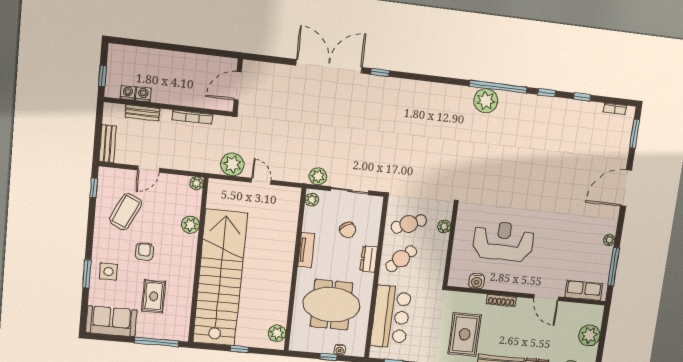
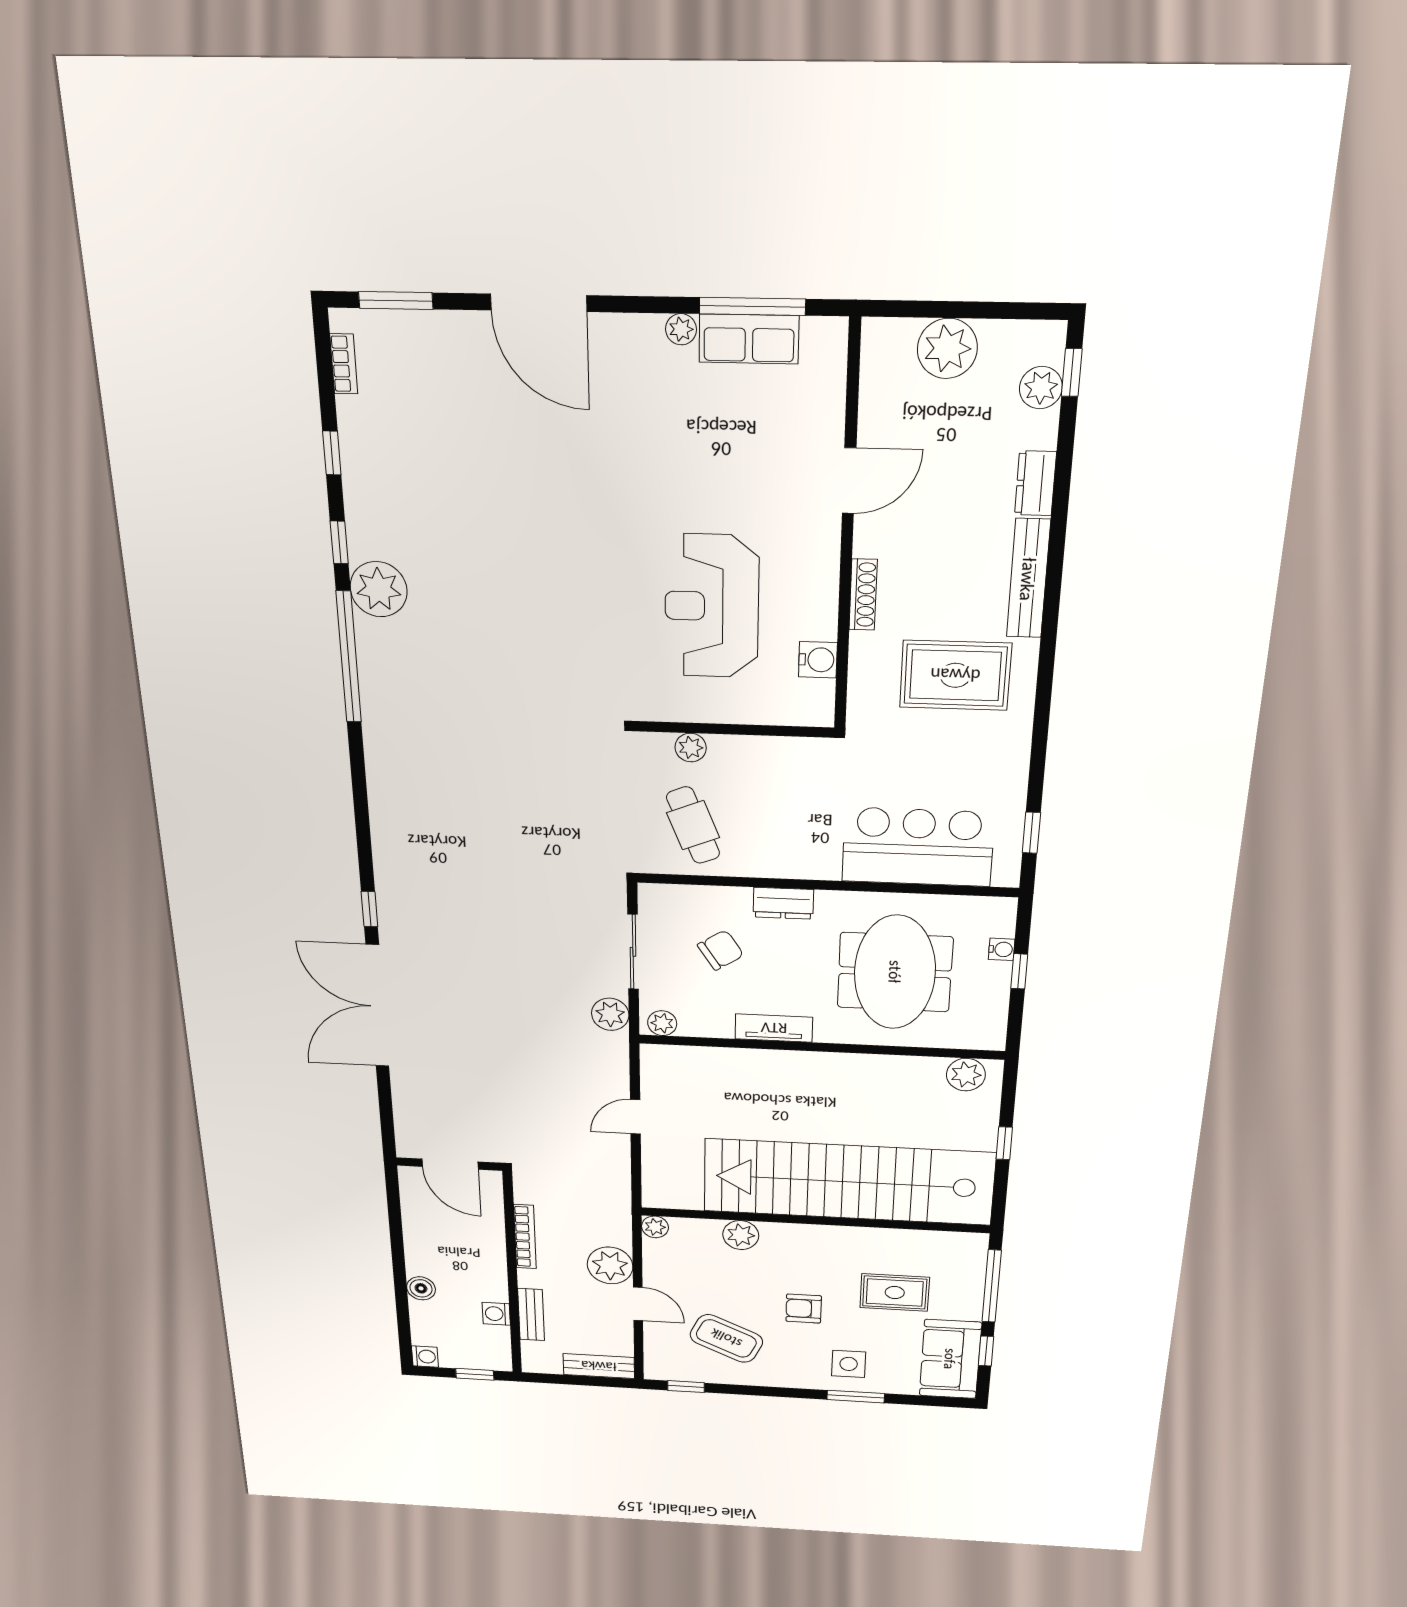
boiler: (161, 57) -> (421, 1288), added
washing machine: (128, 93) -> (425, 1356), moved, turned 180
plant: (486, 101) -> (379, 589), moved
plant: (232, 164) -> (610, 1265), moved
cafe table: (401, 259) -> (776, 835), removed
row of seats: (584, 290) -> (749, 339), moved, turned -90
window: (116, 338) -> (986, 1351), added

